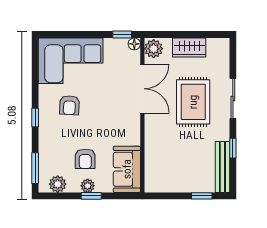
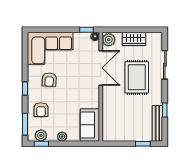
sliding door: (233, 99) -> (165, 65), moved
armchair: (85, 159) -> (41, 110), moved
window: (91, 196) -> (41, 144), moved

